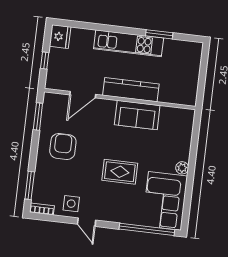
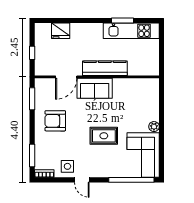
fridge: (60, 37) -> (61, 31), moved, turned 90
kitchen unit: (129, 43) -> (131, 31), moved
sofa: (137, 115) -> (95, 88), moved
armchair: (63, 146) -> (55, 121), turned -90

